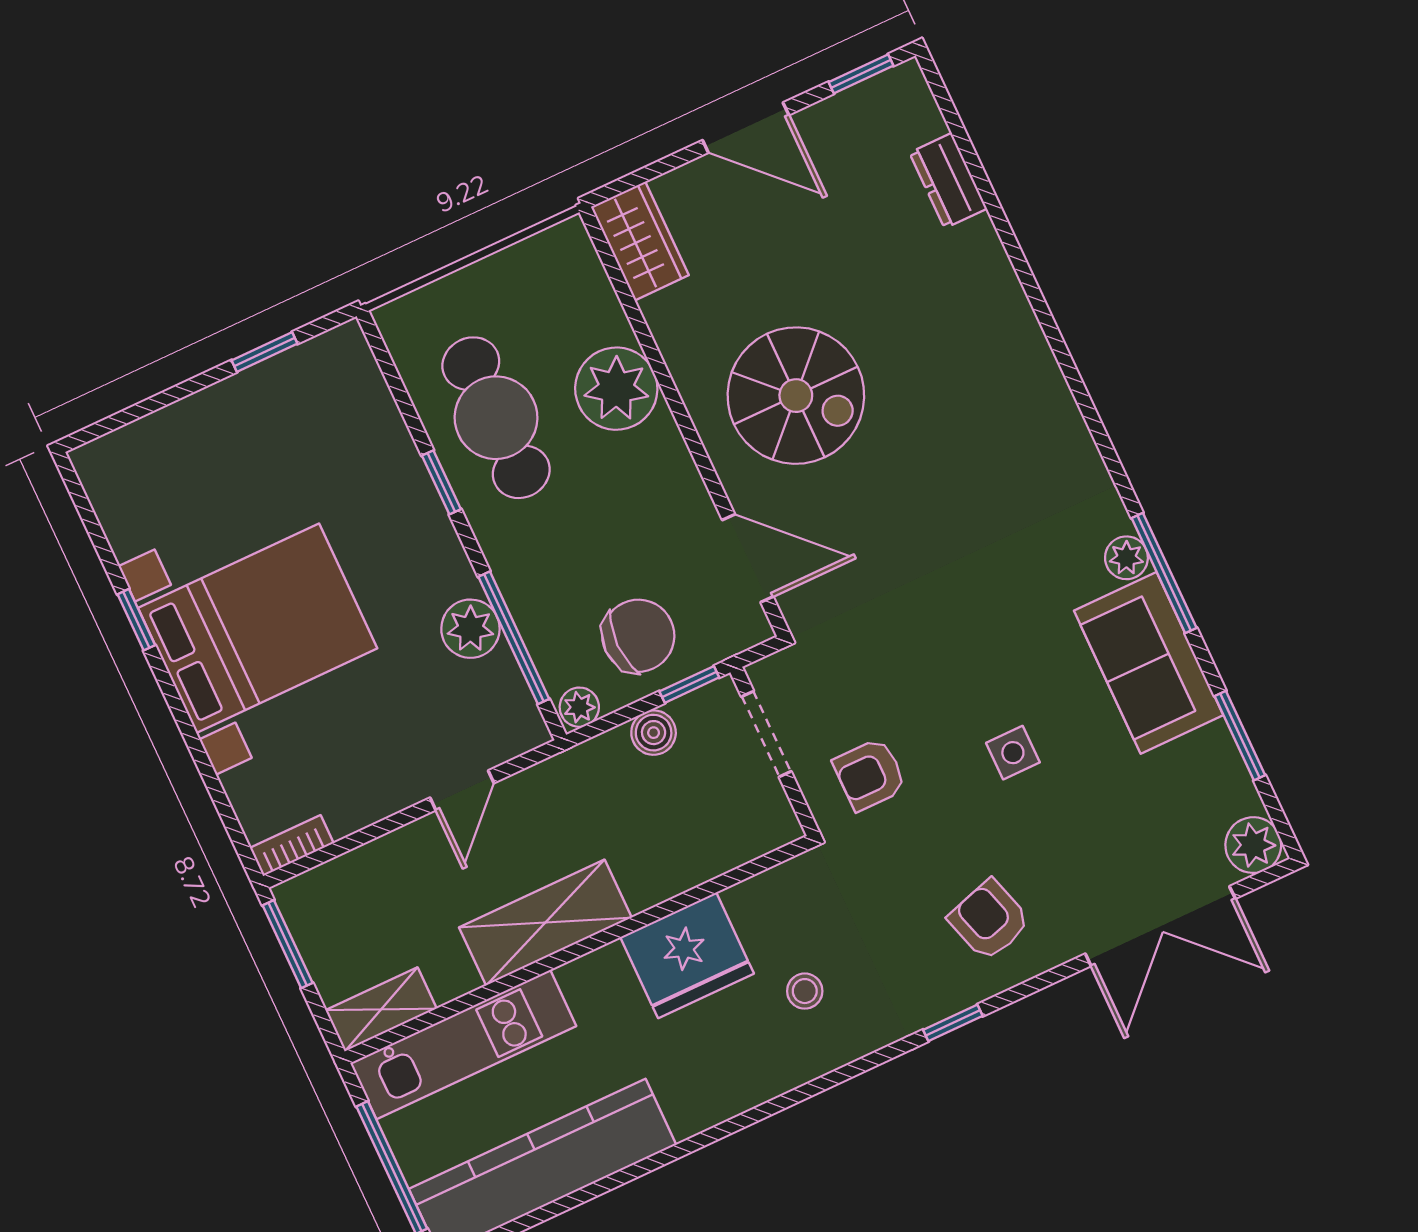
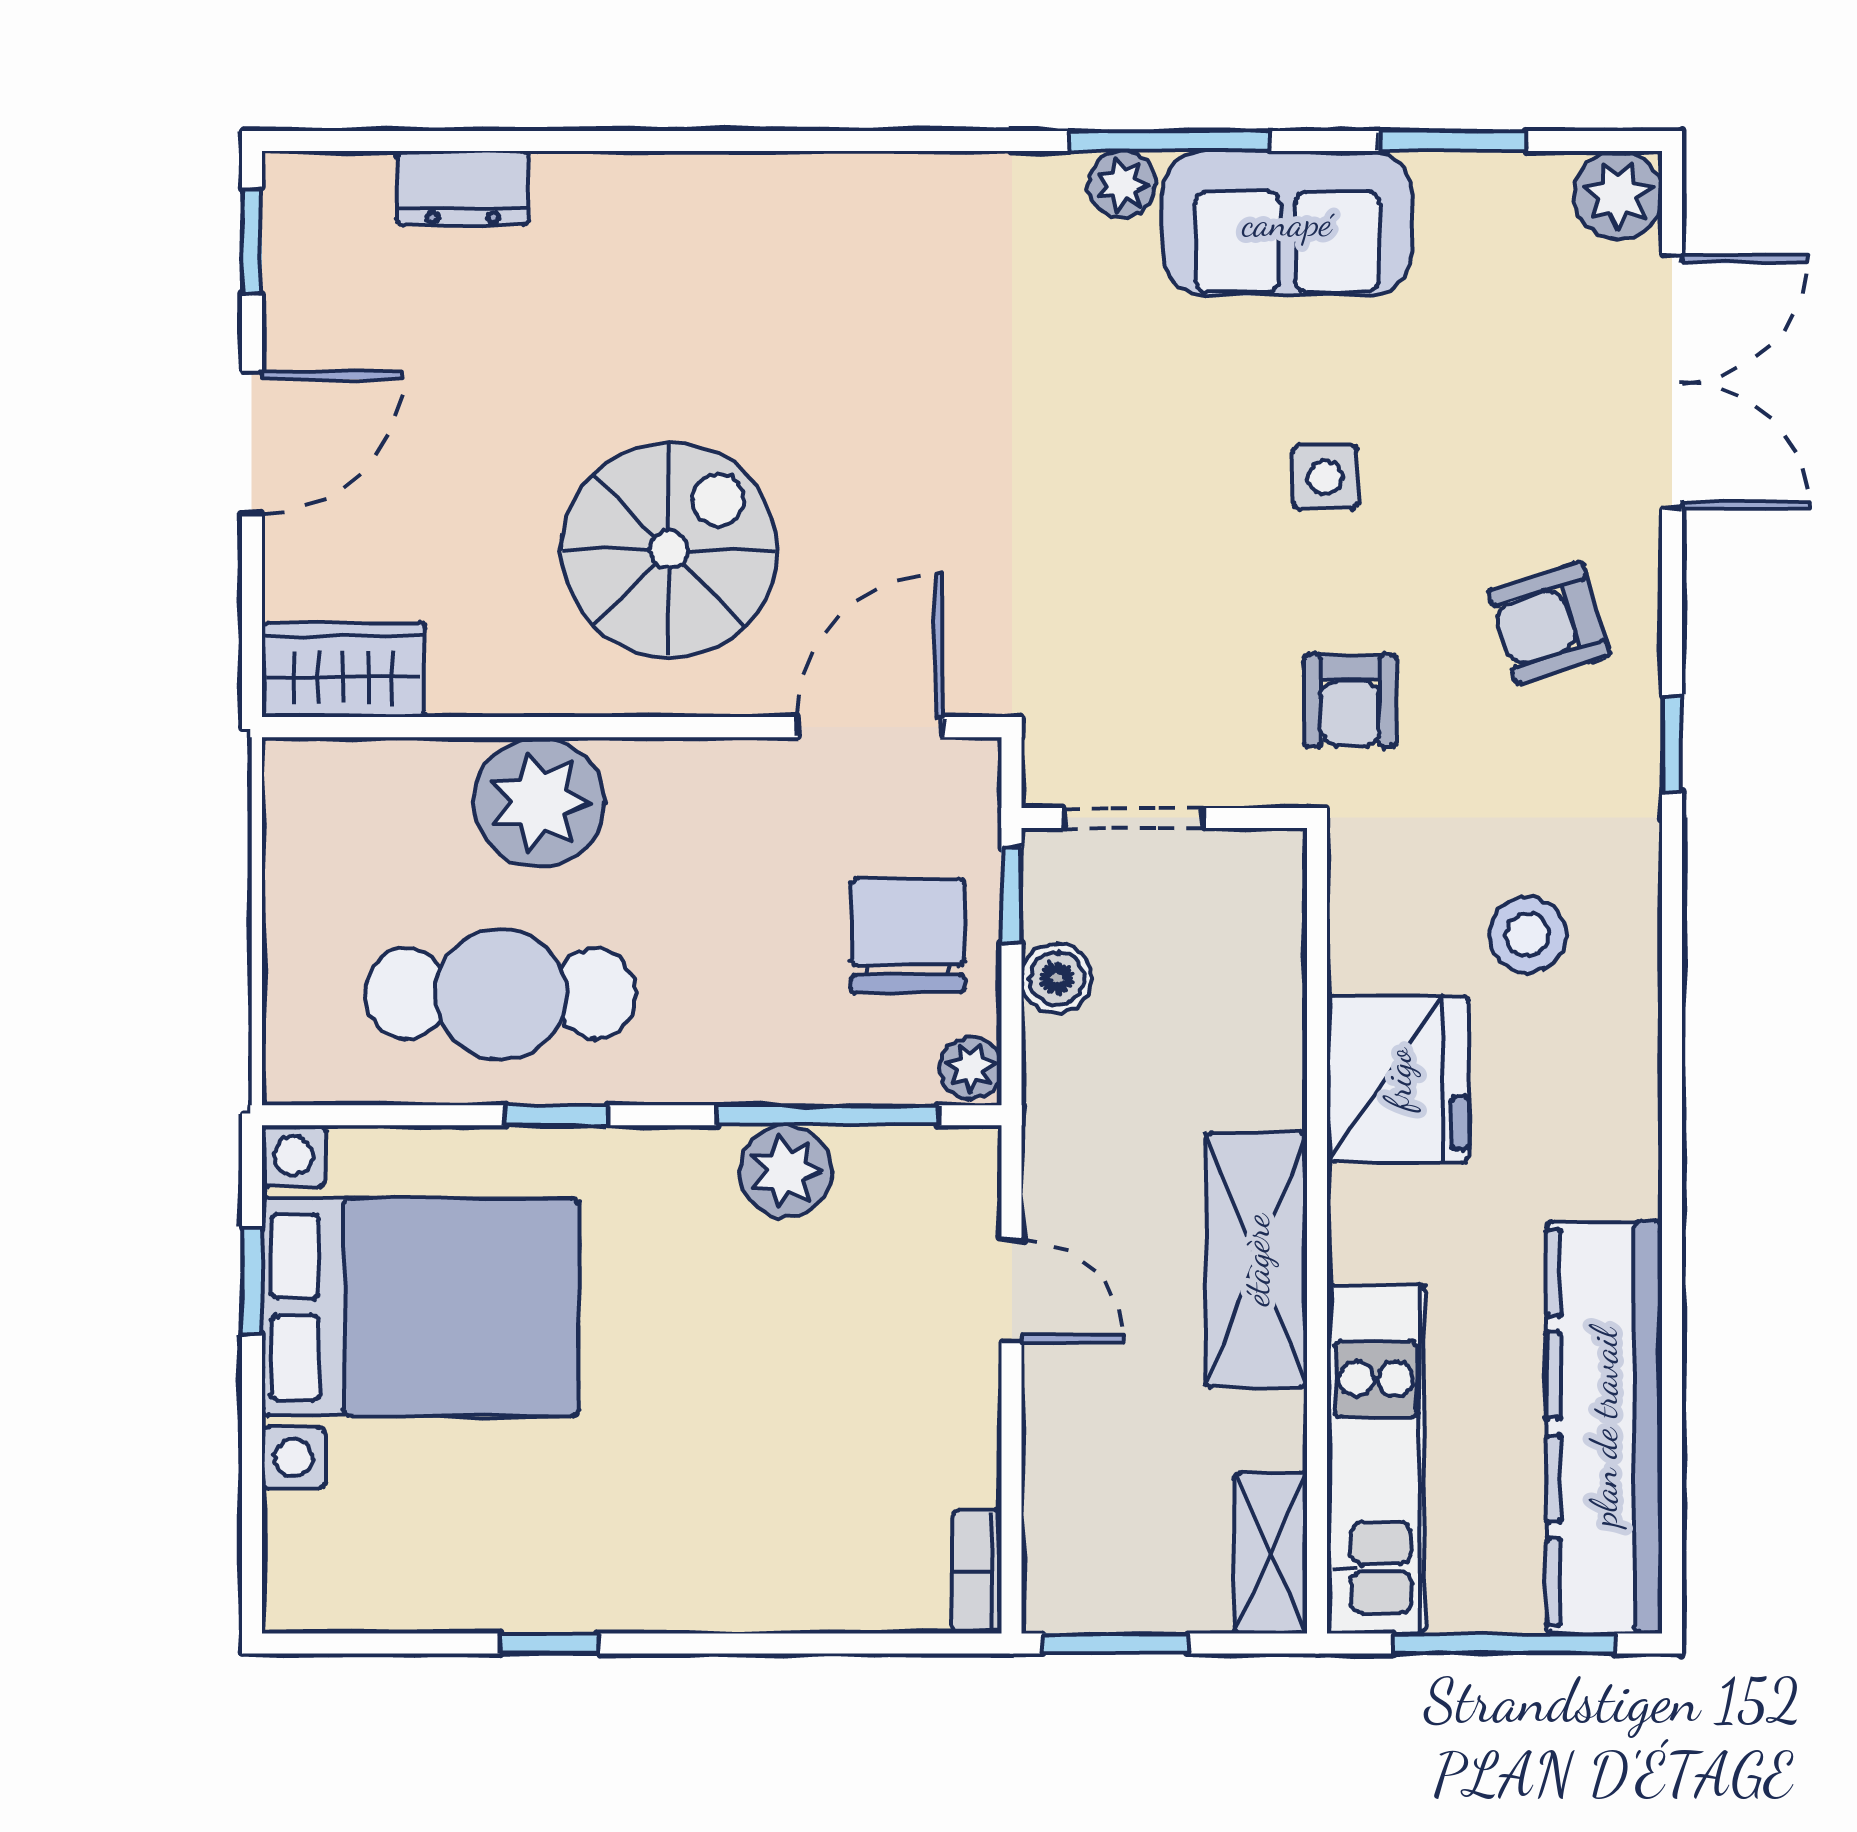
bed with nightstands: (258, 628) -> (420, 1307), moved, turned 90
armchair: (870, 774) -> (1350, 701), moved
stool: (805, 991) -> (1528, 934), width x1.37, depth x1.37

